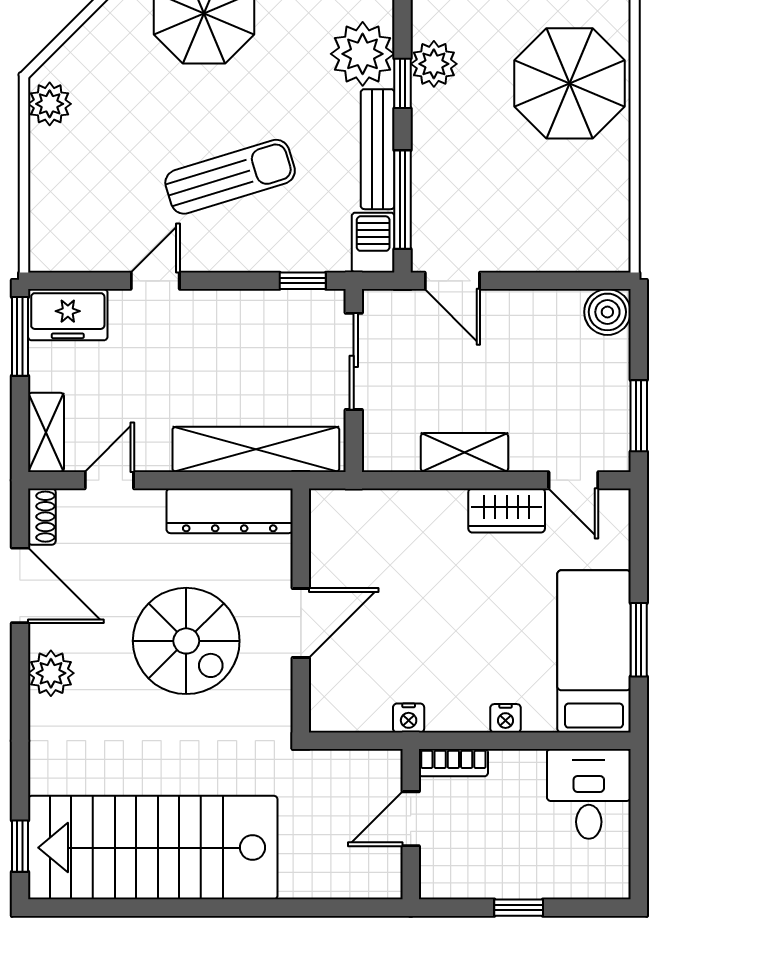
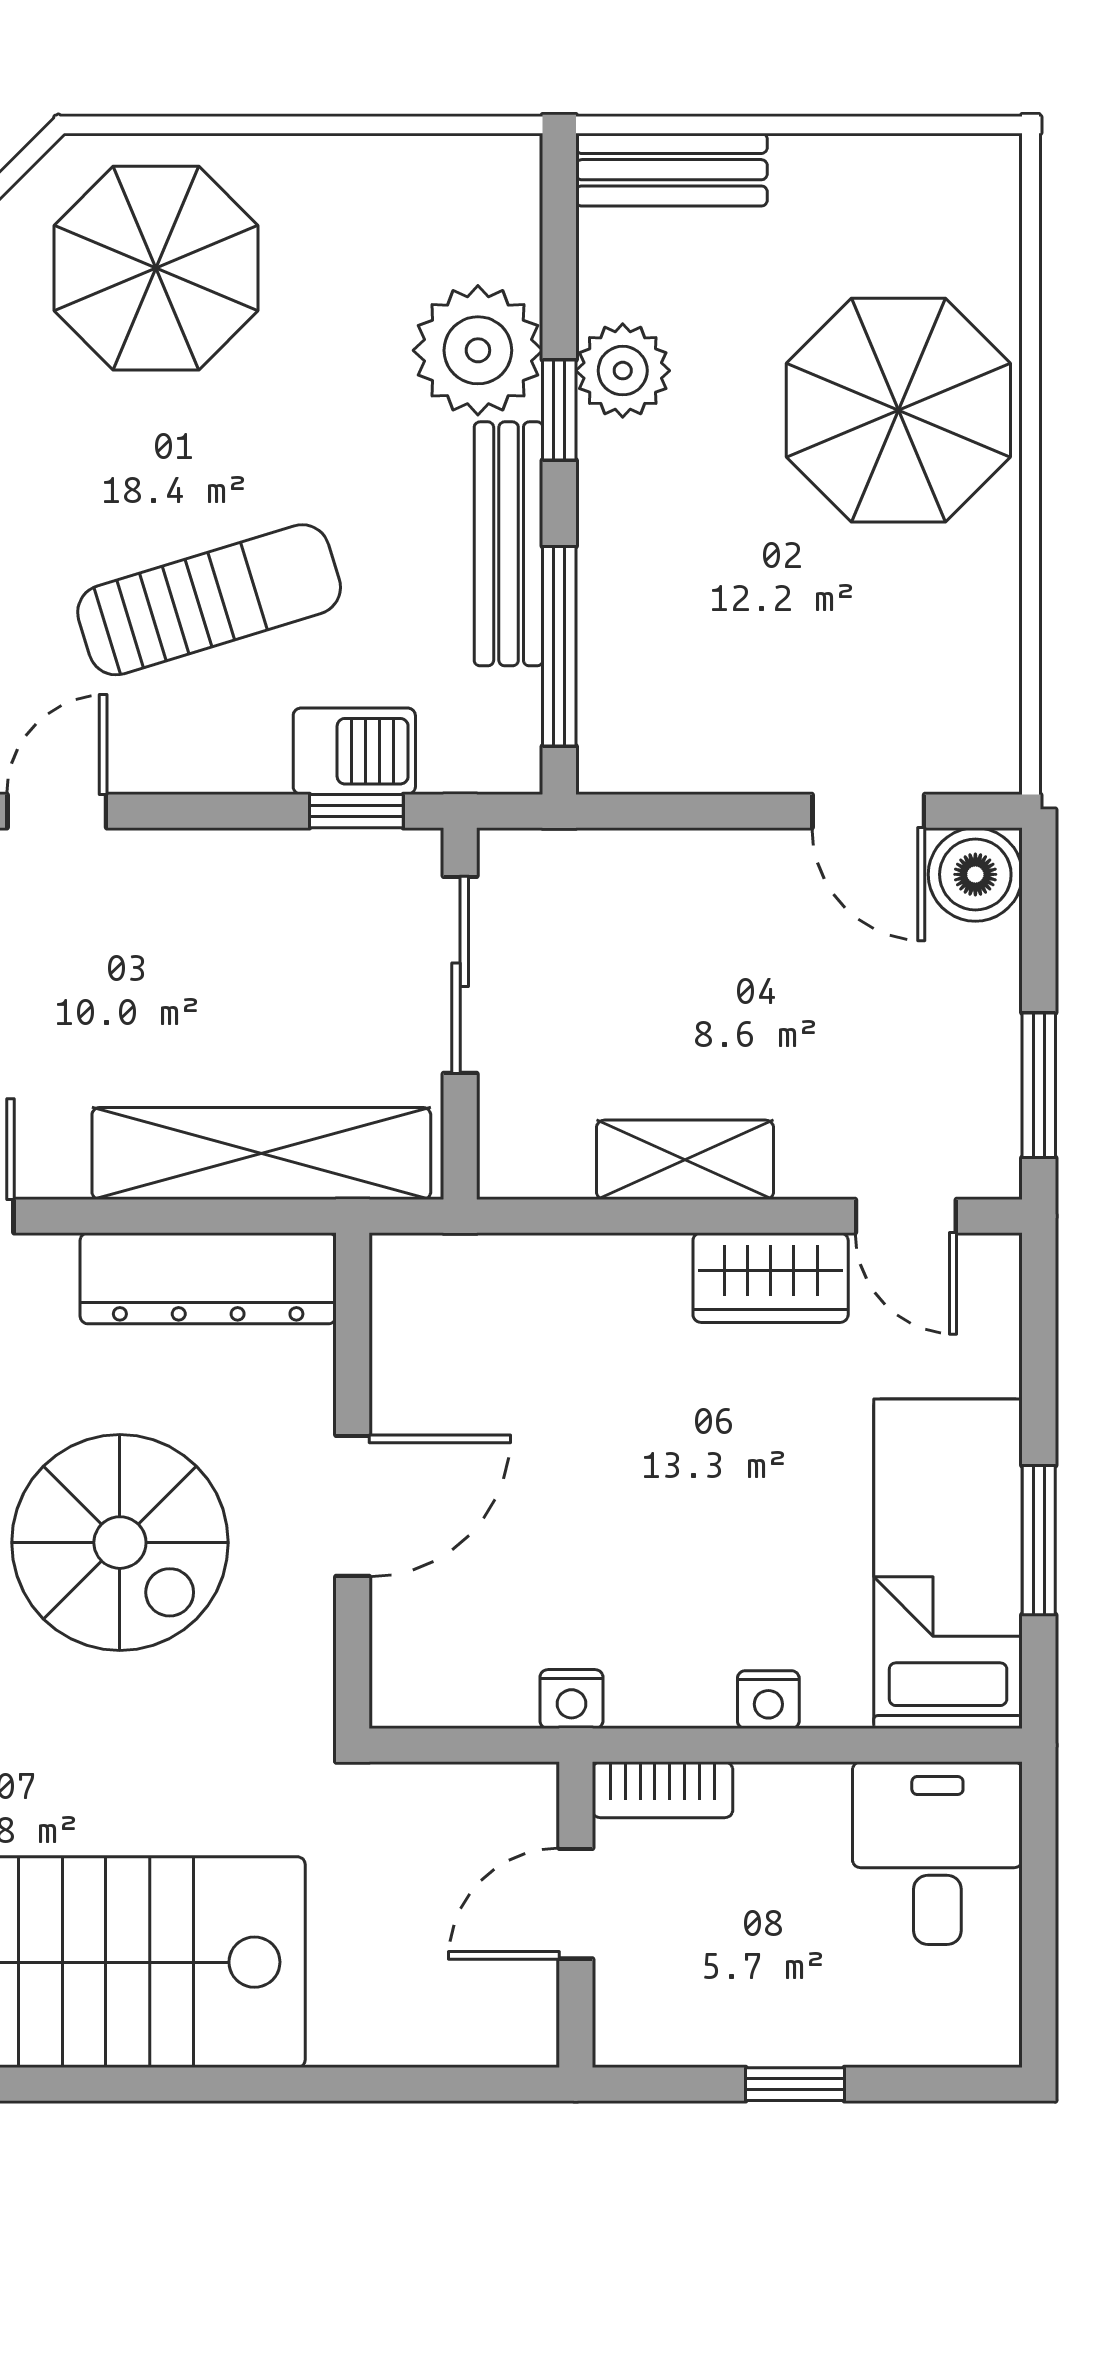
barbecue: (373, 243) -> (354, 751), moved, turned 90
door: (452, 281) -> (868, 811), moved

